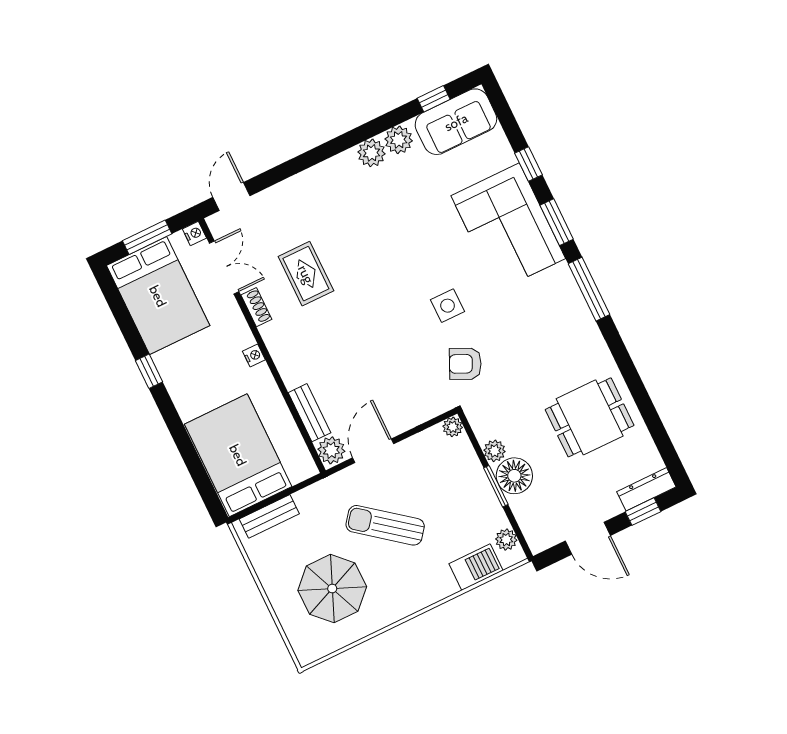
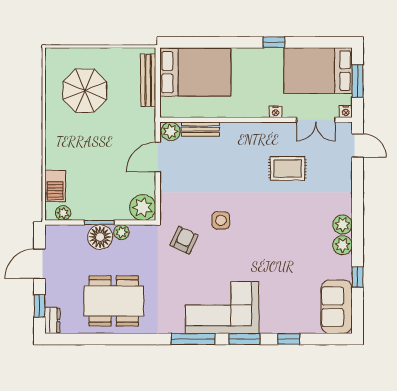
window: (434, 99) -> (358, 277), moved
plant: (399, 140) -> (343, 224), moved
corner sofa: (508, 227) -> (222, 308), moved
side table: (448, 306) -> (221, 220), moved
shoe rack: (256, 307) -> (282, 128), removed
nightstand: (254, 355) -> (276, 112), moved
dining table: (590, 417) -> (114, 301), width x1.37
plant: (453, 427) -> (143, 207), width x1.88, depth x1.88
door: (373, 451) -> (158, 157), swing flipped
dresser: (646, 489) -> (52, 320), width x0.70
bench: (269, 516) -> (148, 80), width x1.36
sun lounger: (385, 525) -> (108, 142), removed

